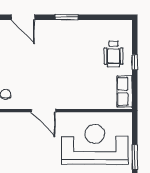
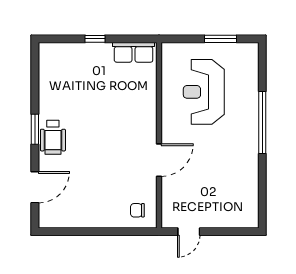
wheelchair: (114, 54) -> (53, 137), moved, turned 90
reception desk: (95, 144) -> (204, 92), width x0.74, depth x0.77

